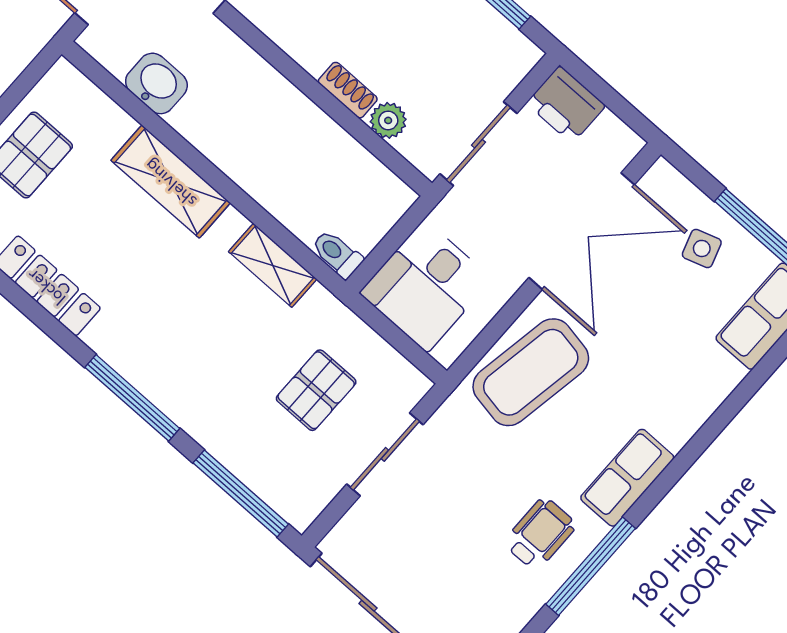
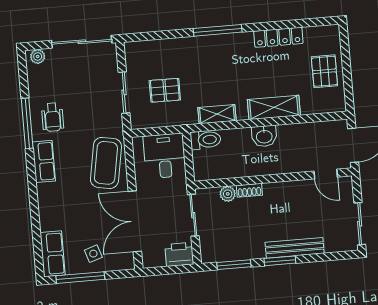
washbasin: (156, 83) -> (264, 136), moved
toilet: (337, 254) -> (206, 140), width x1.37, depth x1.39
pallet: (316, 390) -> (165, 90), turned 90
window: (241, 493) -> (155, 36), removed

